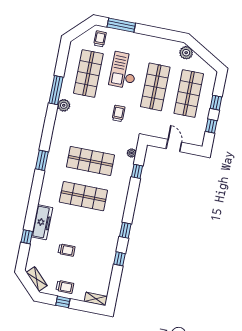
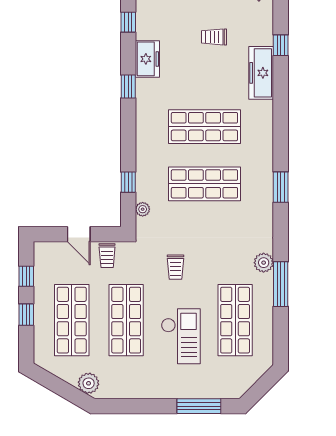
trolley: (100, 39) -> (107, 256), moved
window: (42, 160) -> (281, 187), moved
freezer: (110, 245) -> (147, 59), added
window: (120, 259) -> (128, 22), moved

